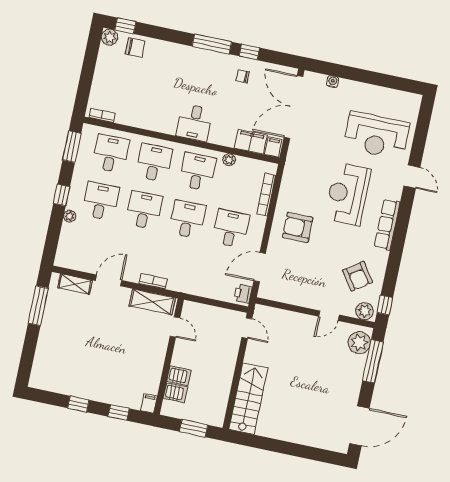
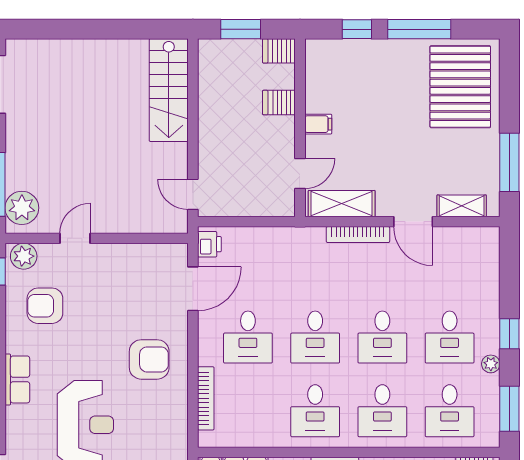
plant: (229, 160) -> (272, 438), removed
plant: (70, 216) -> (491, 364), moved
row of seats: (387, 225) -> (17, 379), width x0.68
armchair: (358, 276) -> (45, 306), turned -55
door: (109, 280) -> (413, 222), hinge flipped
bookcase: (153, 281) -> (358, 235), width x1.56
door: (175, 327) -> (300, 173), swing flipped
pallet: (60, 361) -> (460, 87), added
server rack: (175, 393) -> (279, 51), moved
filing cabinet: (149, 403) -> (318, 124), moved, turned -90
window: (78, 404) -> (419, 29), width x2.17

